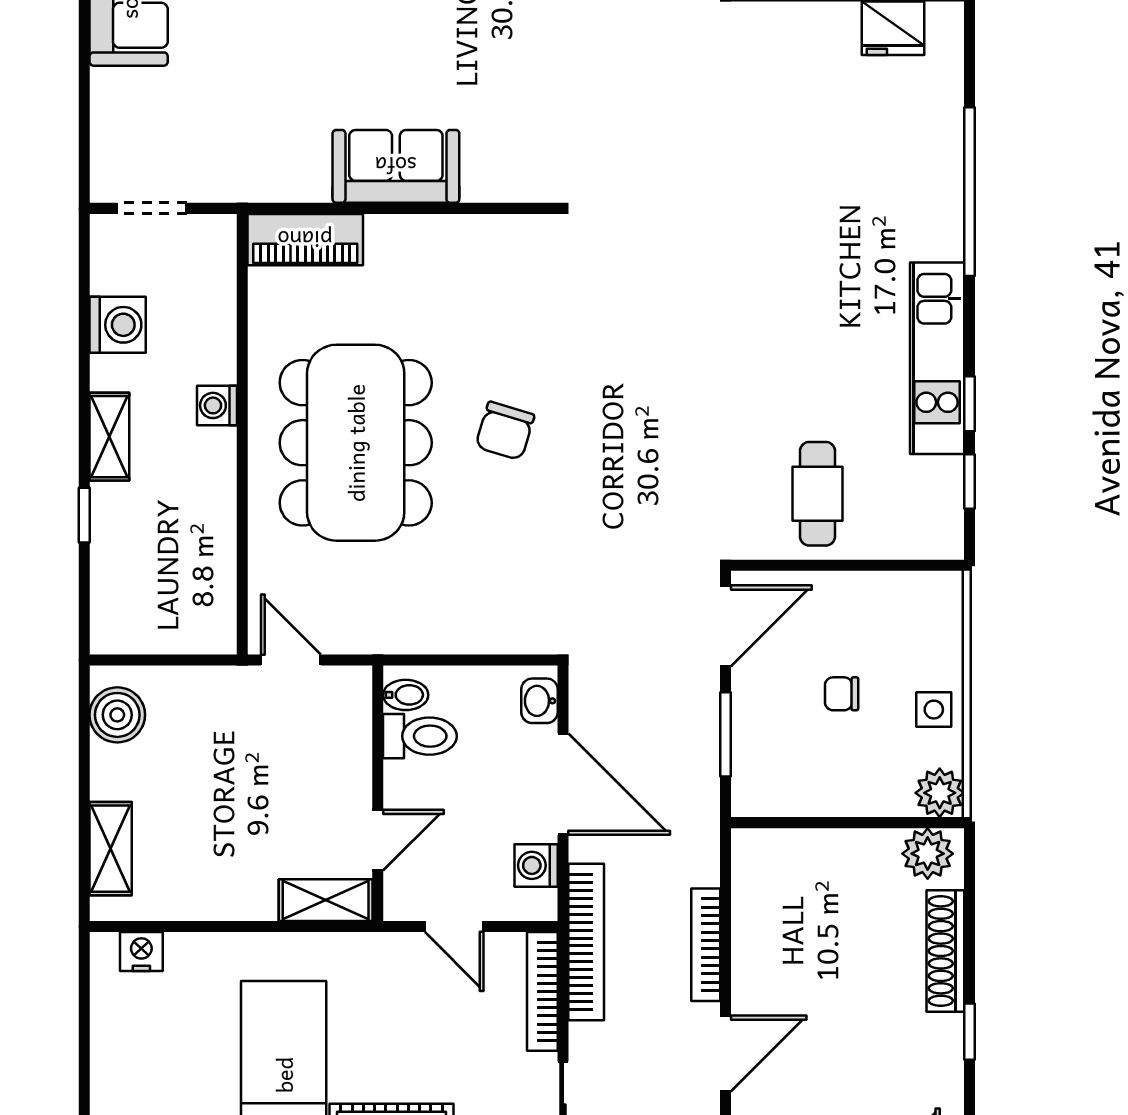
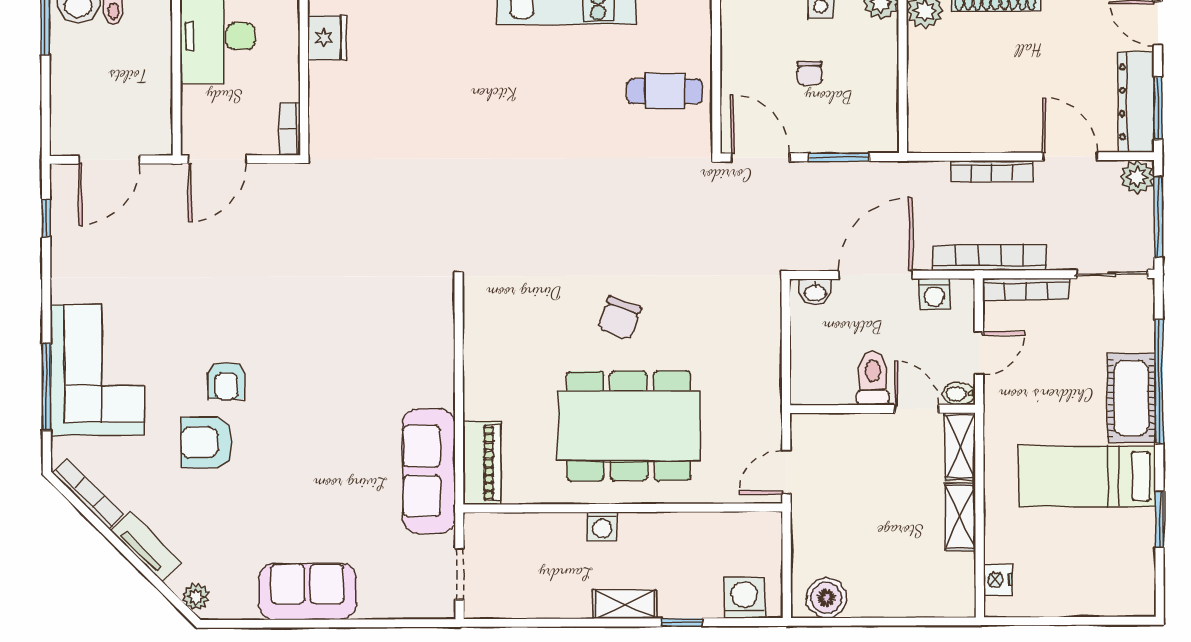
sofa: (396, 166) -> (429, 471), moved, width x1.36
washing machine: (118, 325) -> (744, 598), moved
chair: (505, 431) -> (620, 318), turned 92
bidet: (406, 695) -> (959, 394), moved, turned -90
toilet: (420, 736) -> (873, 378), moved
shelving: (111, 849) -> (960, 517), moved, turned 90

